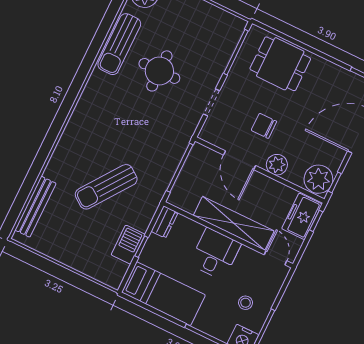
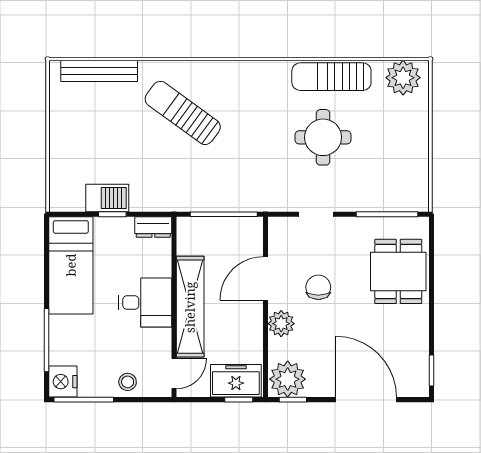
sun lounger: (106, 187) -> (183, 113), moved
stool: (246, 303) -> (128, 382), moved

